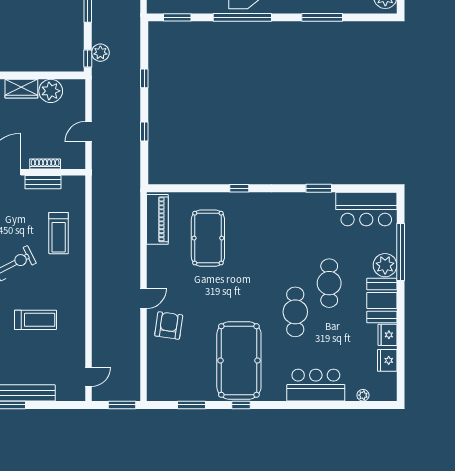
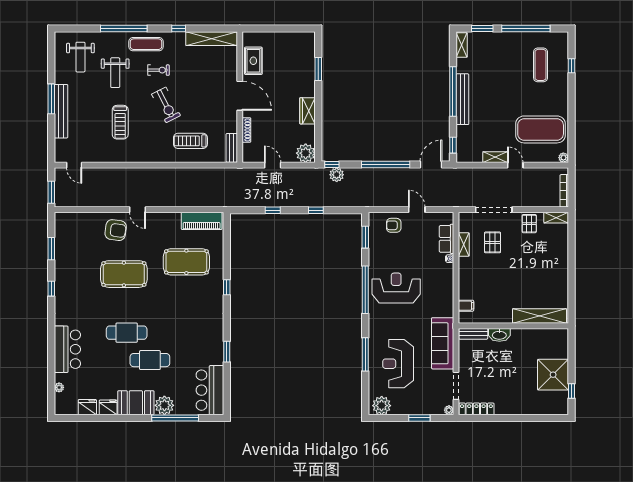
plant: (51, 91) -> (306, 153), moved
bench: (43, 182) -> (232, 148), moved
pool table: (239, 361) -> (124, 274), moved, width x0.73, depth x0.76

